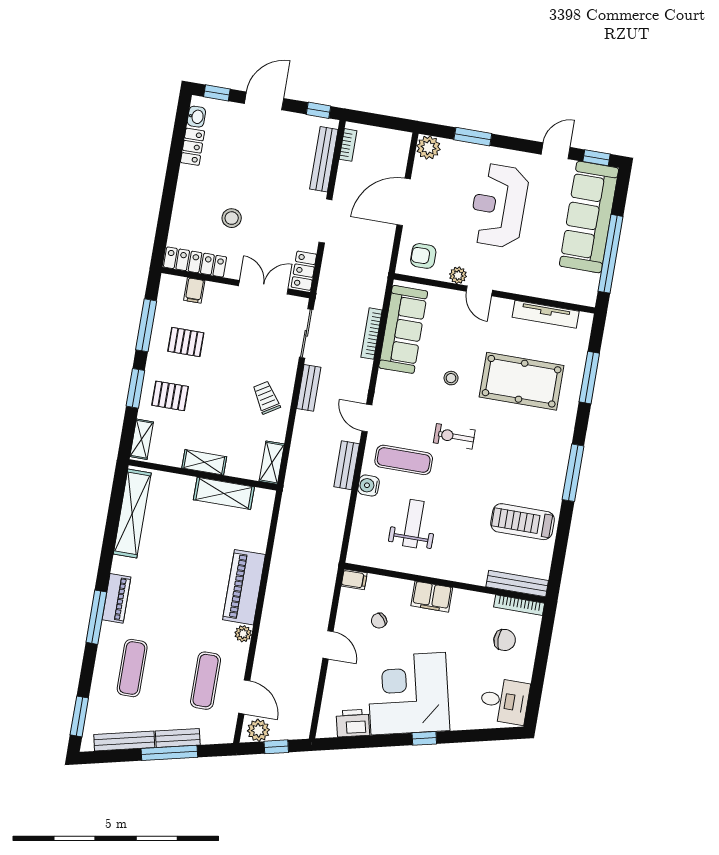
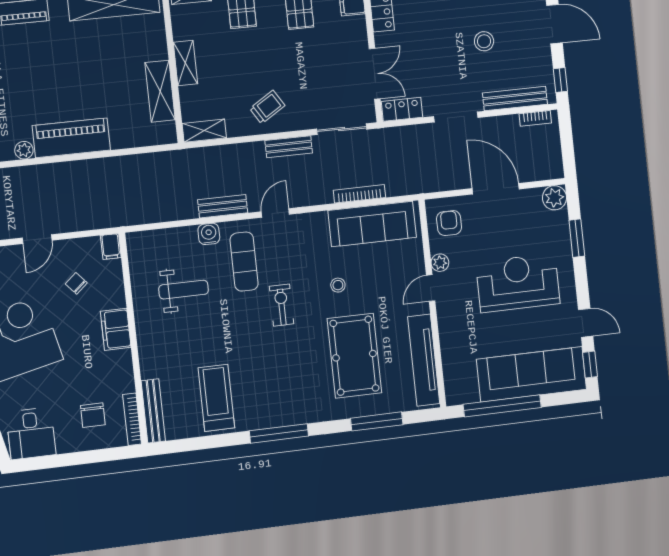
stool: (232, 218) -> (484, 41), moved
tv unit: (546, 314) -> (424, 360), width x1.36, depth x1.29

